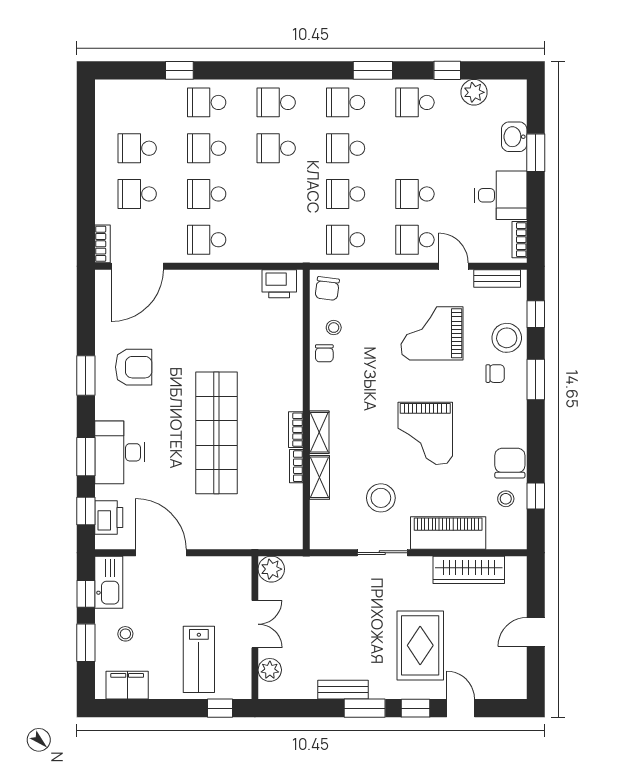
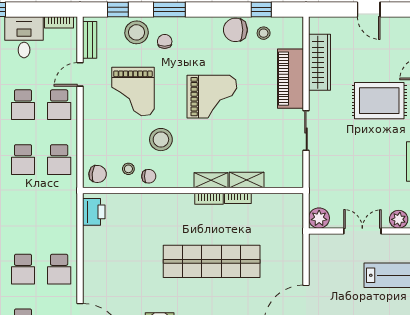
stool: (381, 498) -> (161, 140), moved

